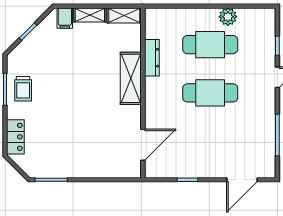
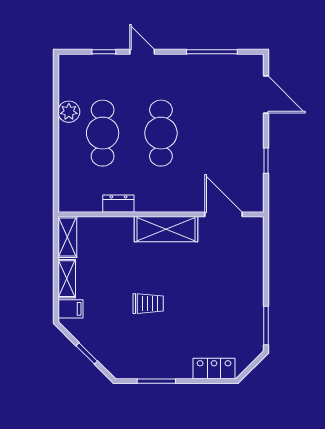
dresser: (152, 58) -> (118, 204), width x0.70
shelving: (131, 78) -> (166, 229), moved
trolley: (23, 89) -> (148, 304), moved

